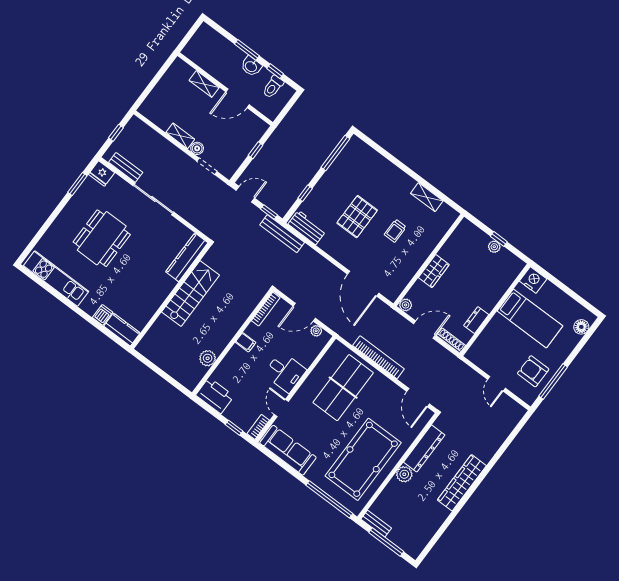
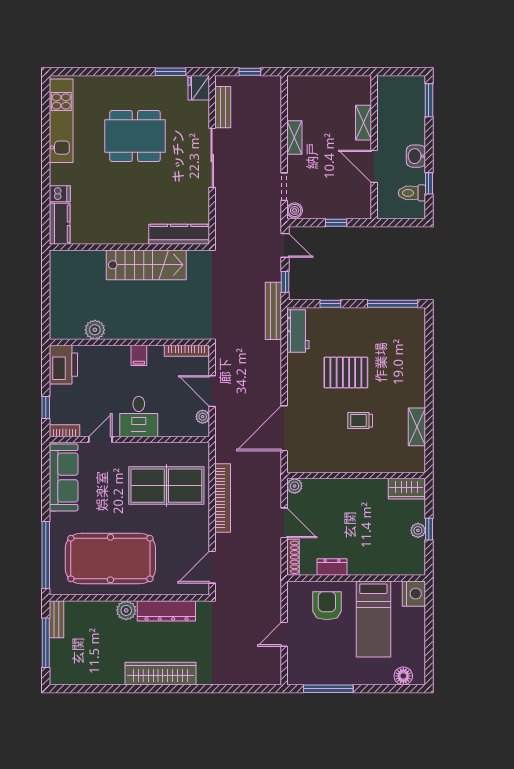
window: (247, 50) -> (429, 100), moved
boiler: (197, 148) -> (295, 210), moved
wardrobe: (434, 271) -> (406, 489), moved
armchair: (533, 371) -> (327, 606), moved

